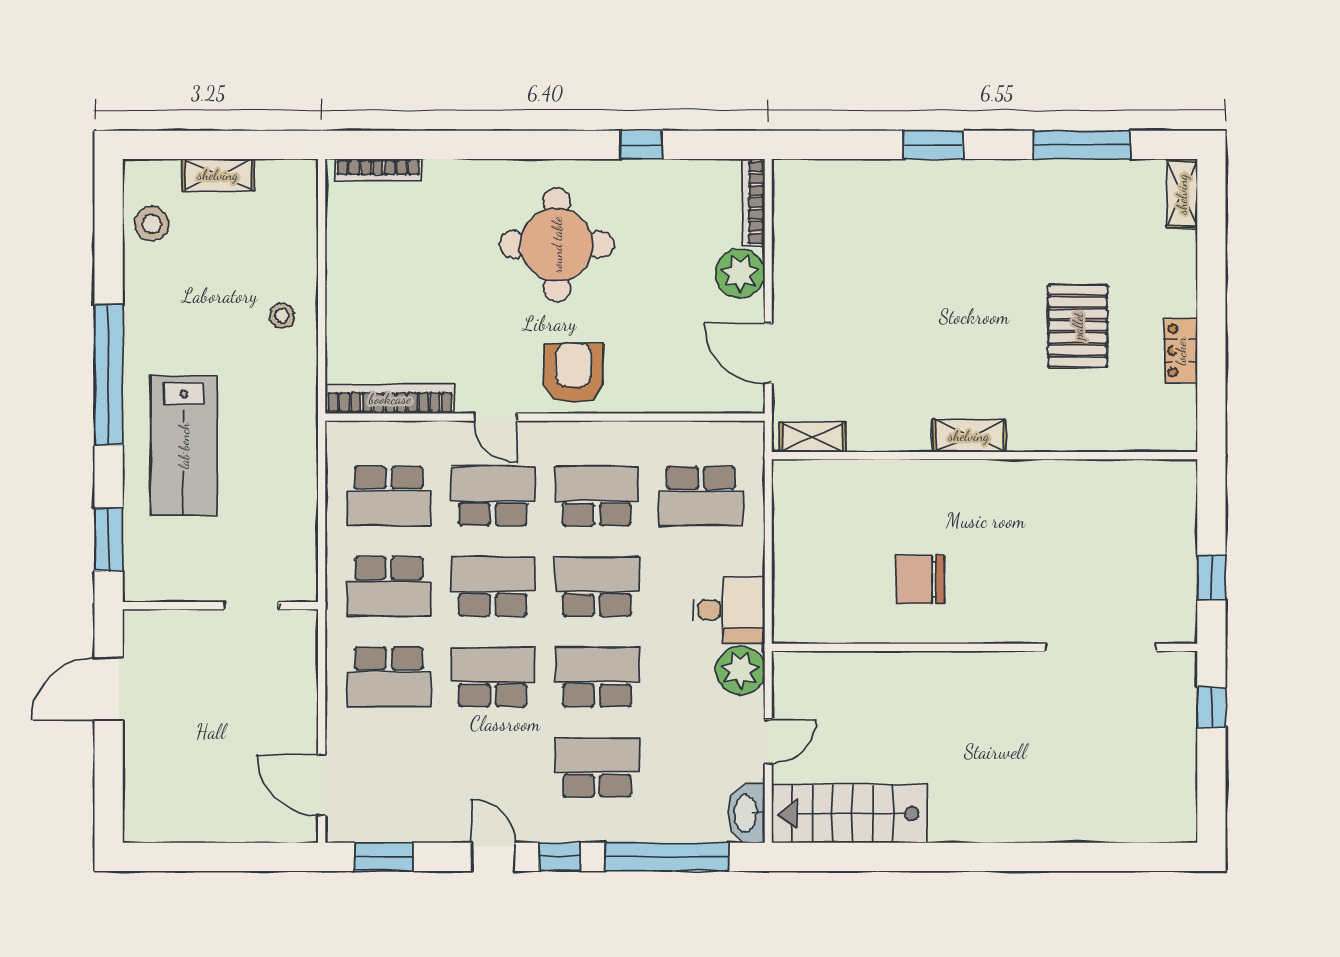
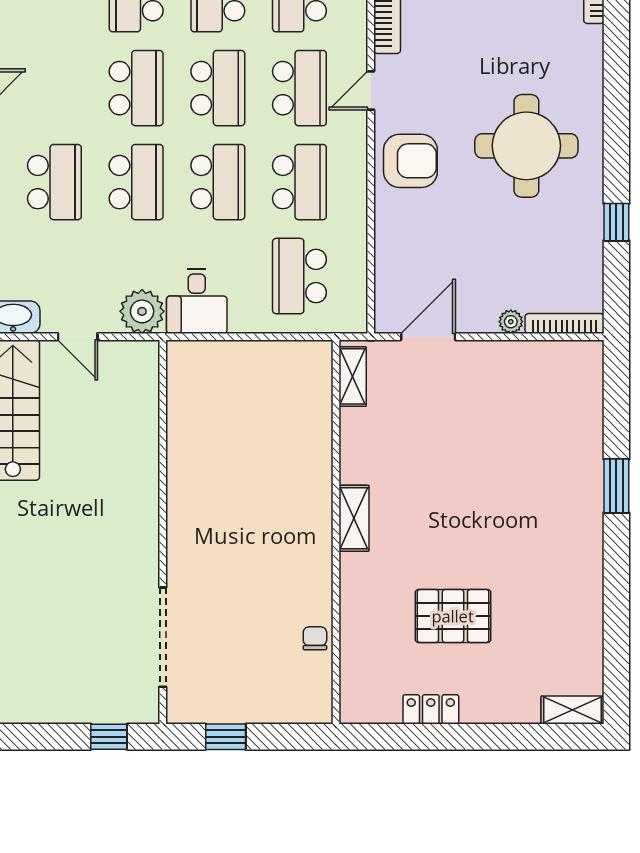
window: (1082, 145) -> (616, 620), removed
plant: (740, 273) -> (511, 322), width x0.53, depth x0.53
chair: (920, 579) -> (315, 638), moved, width x0.54, depth x0.54

